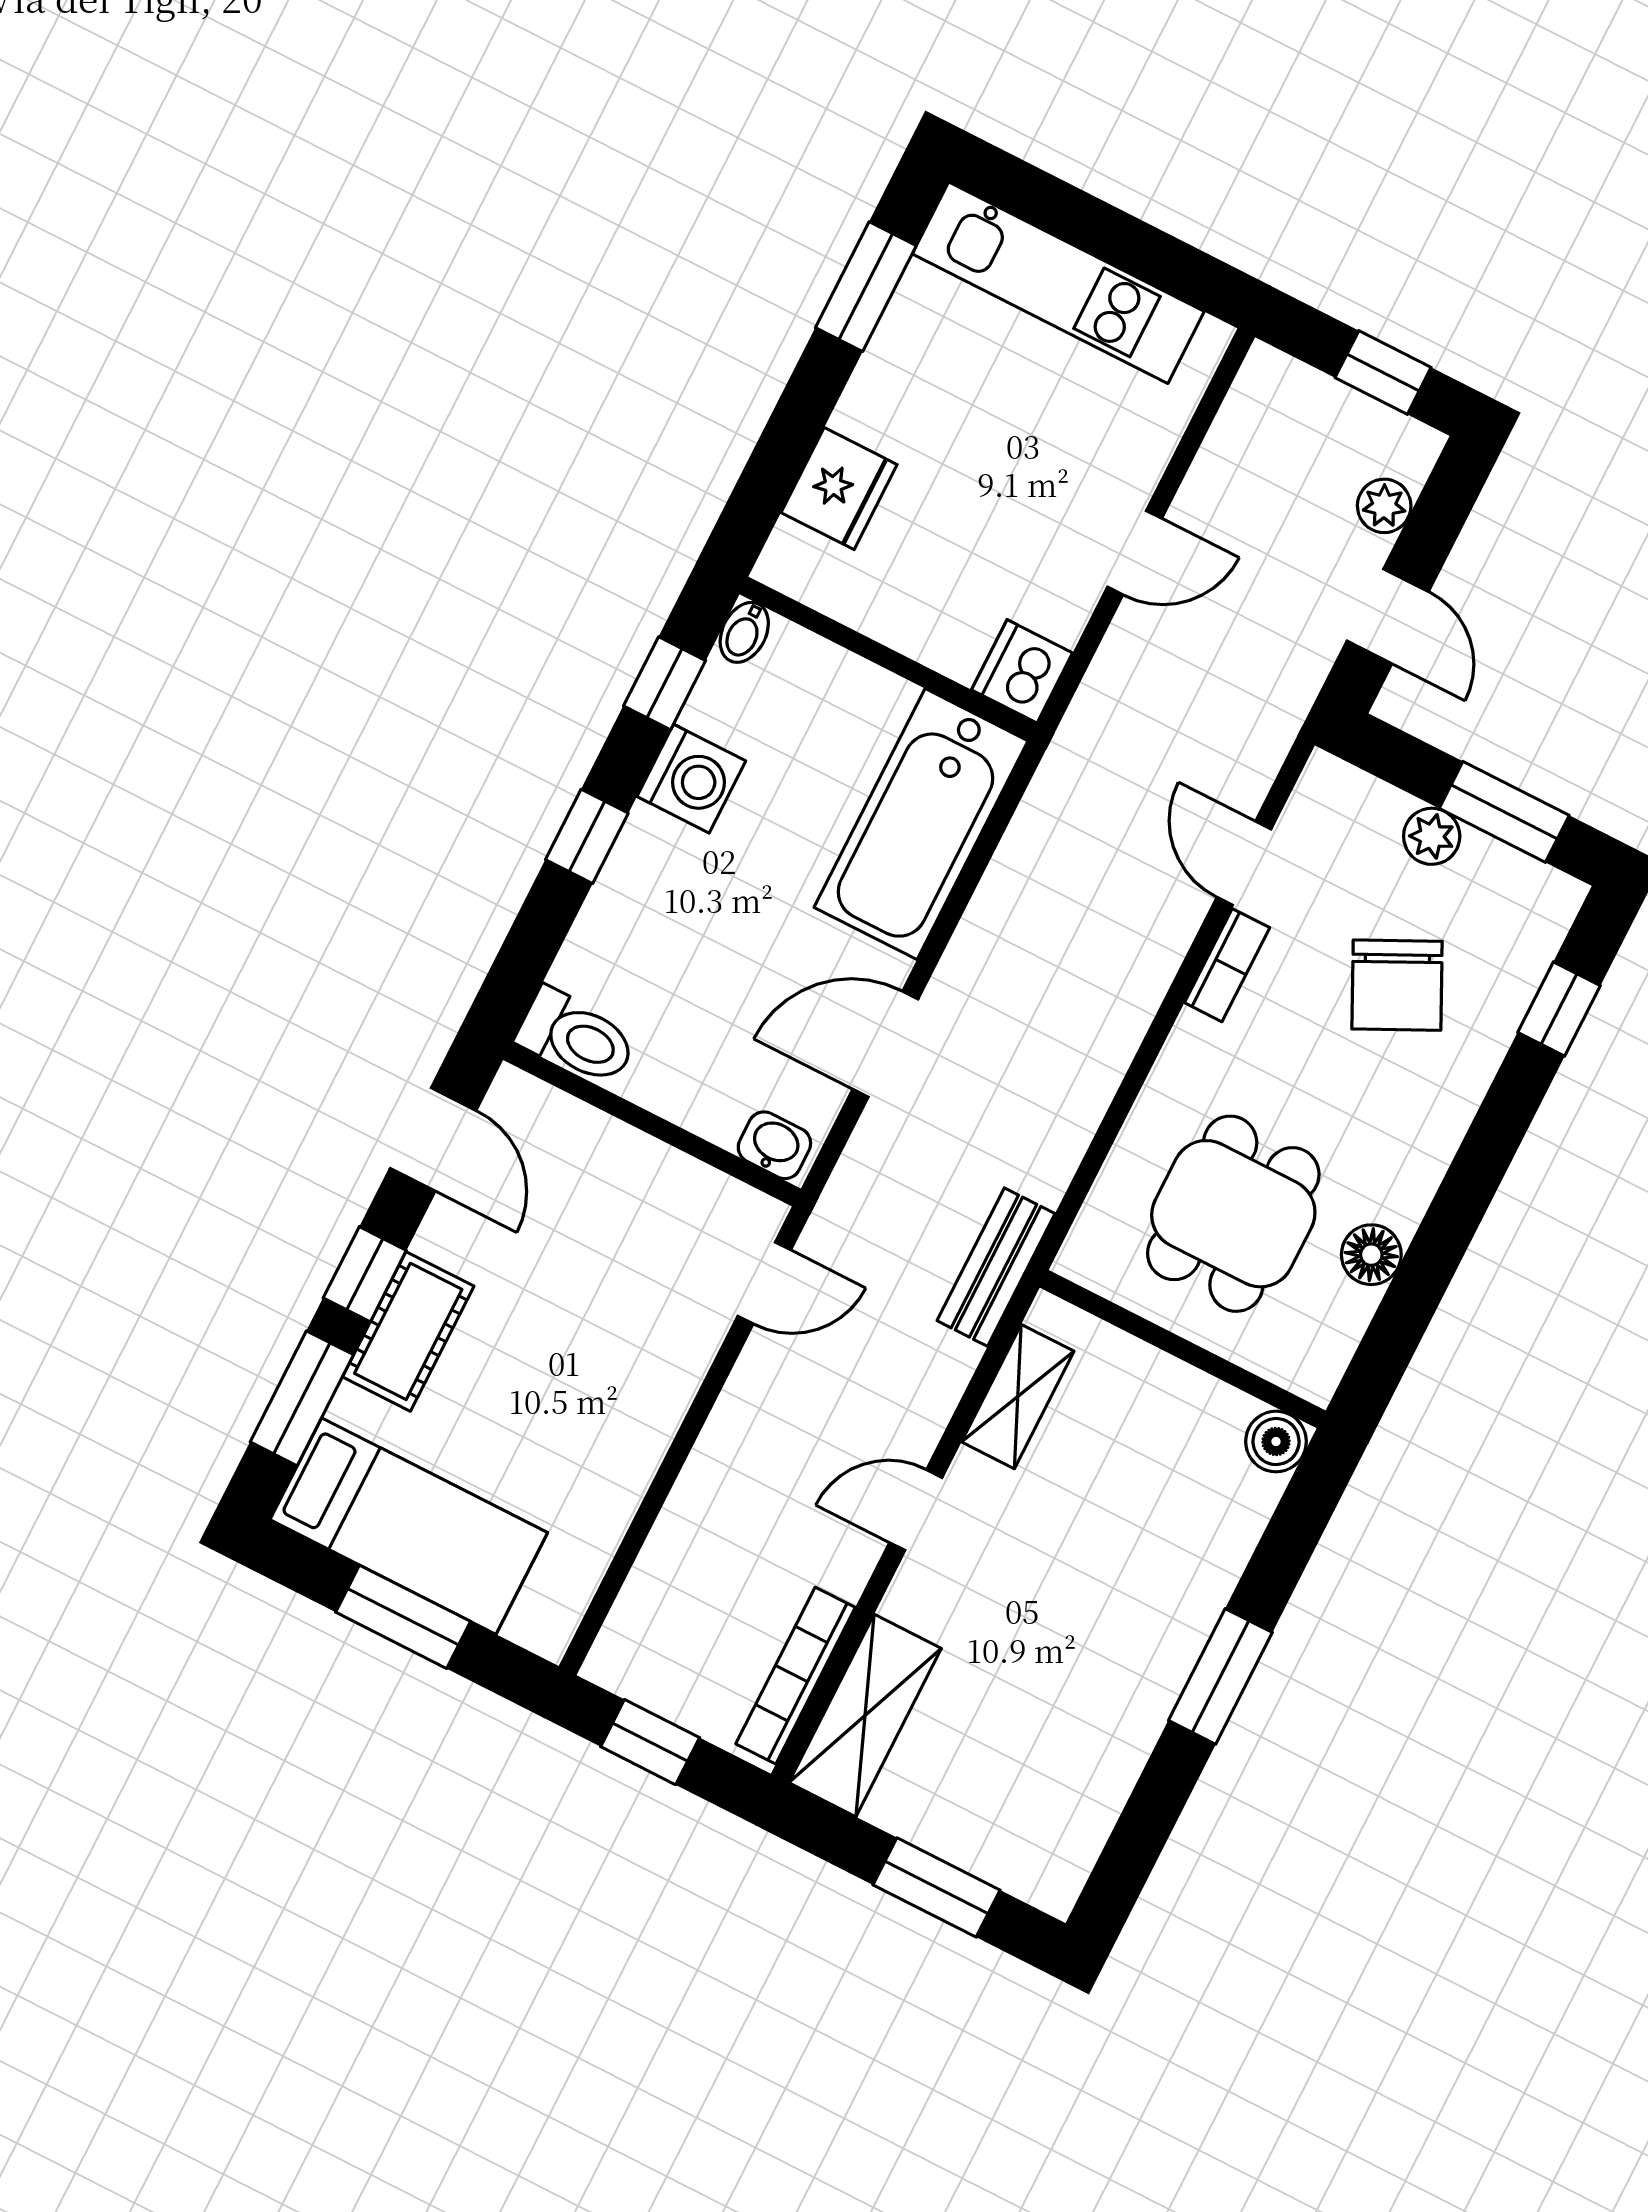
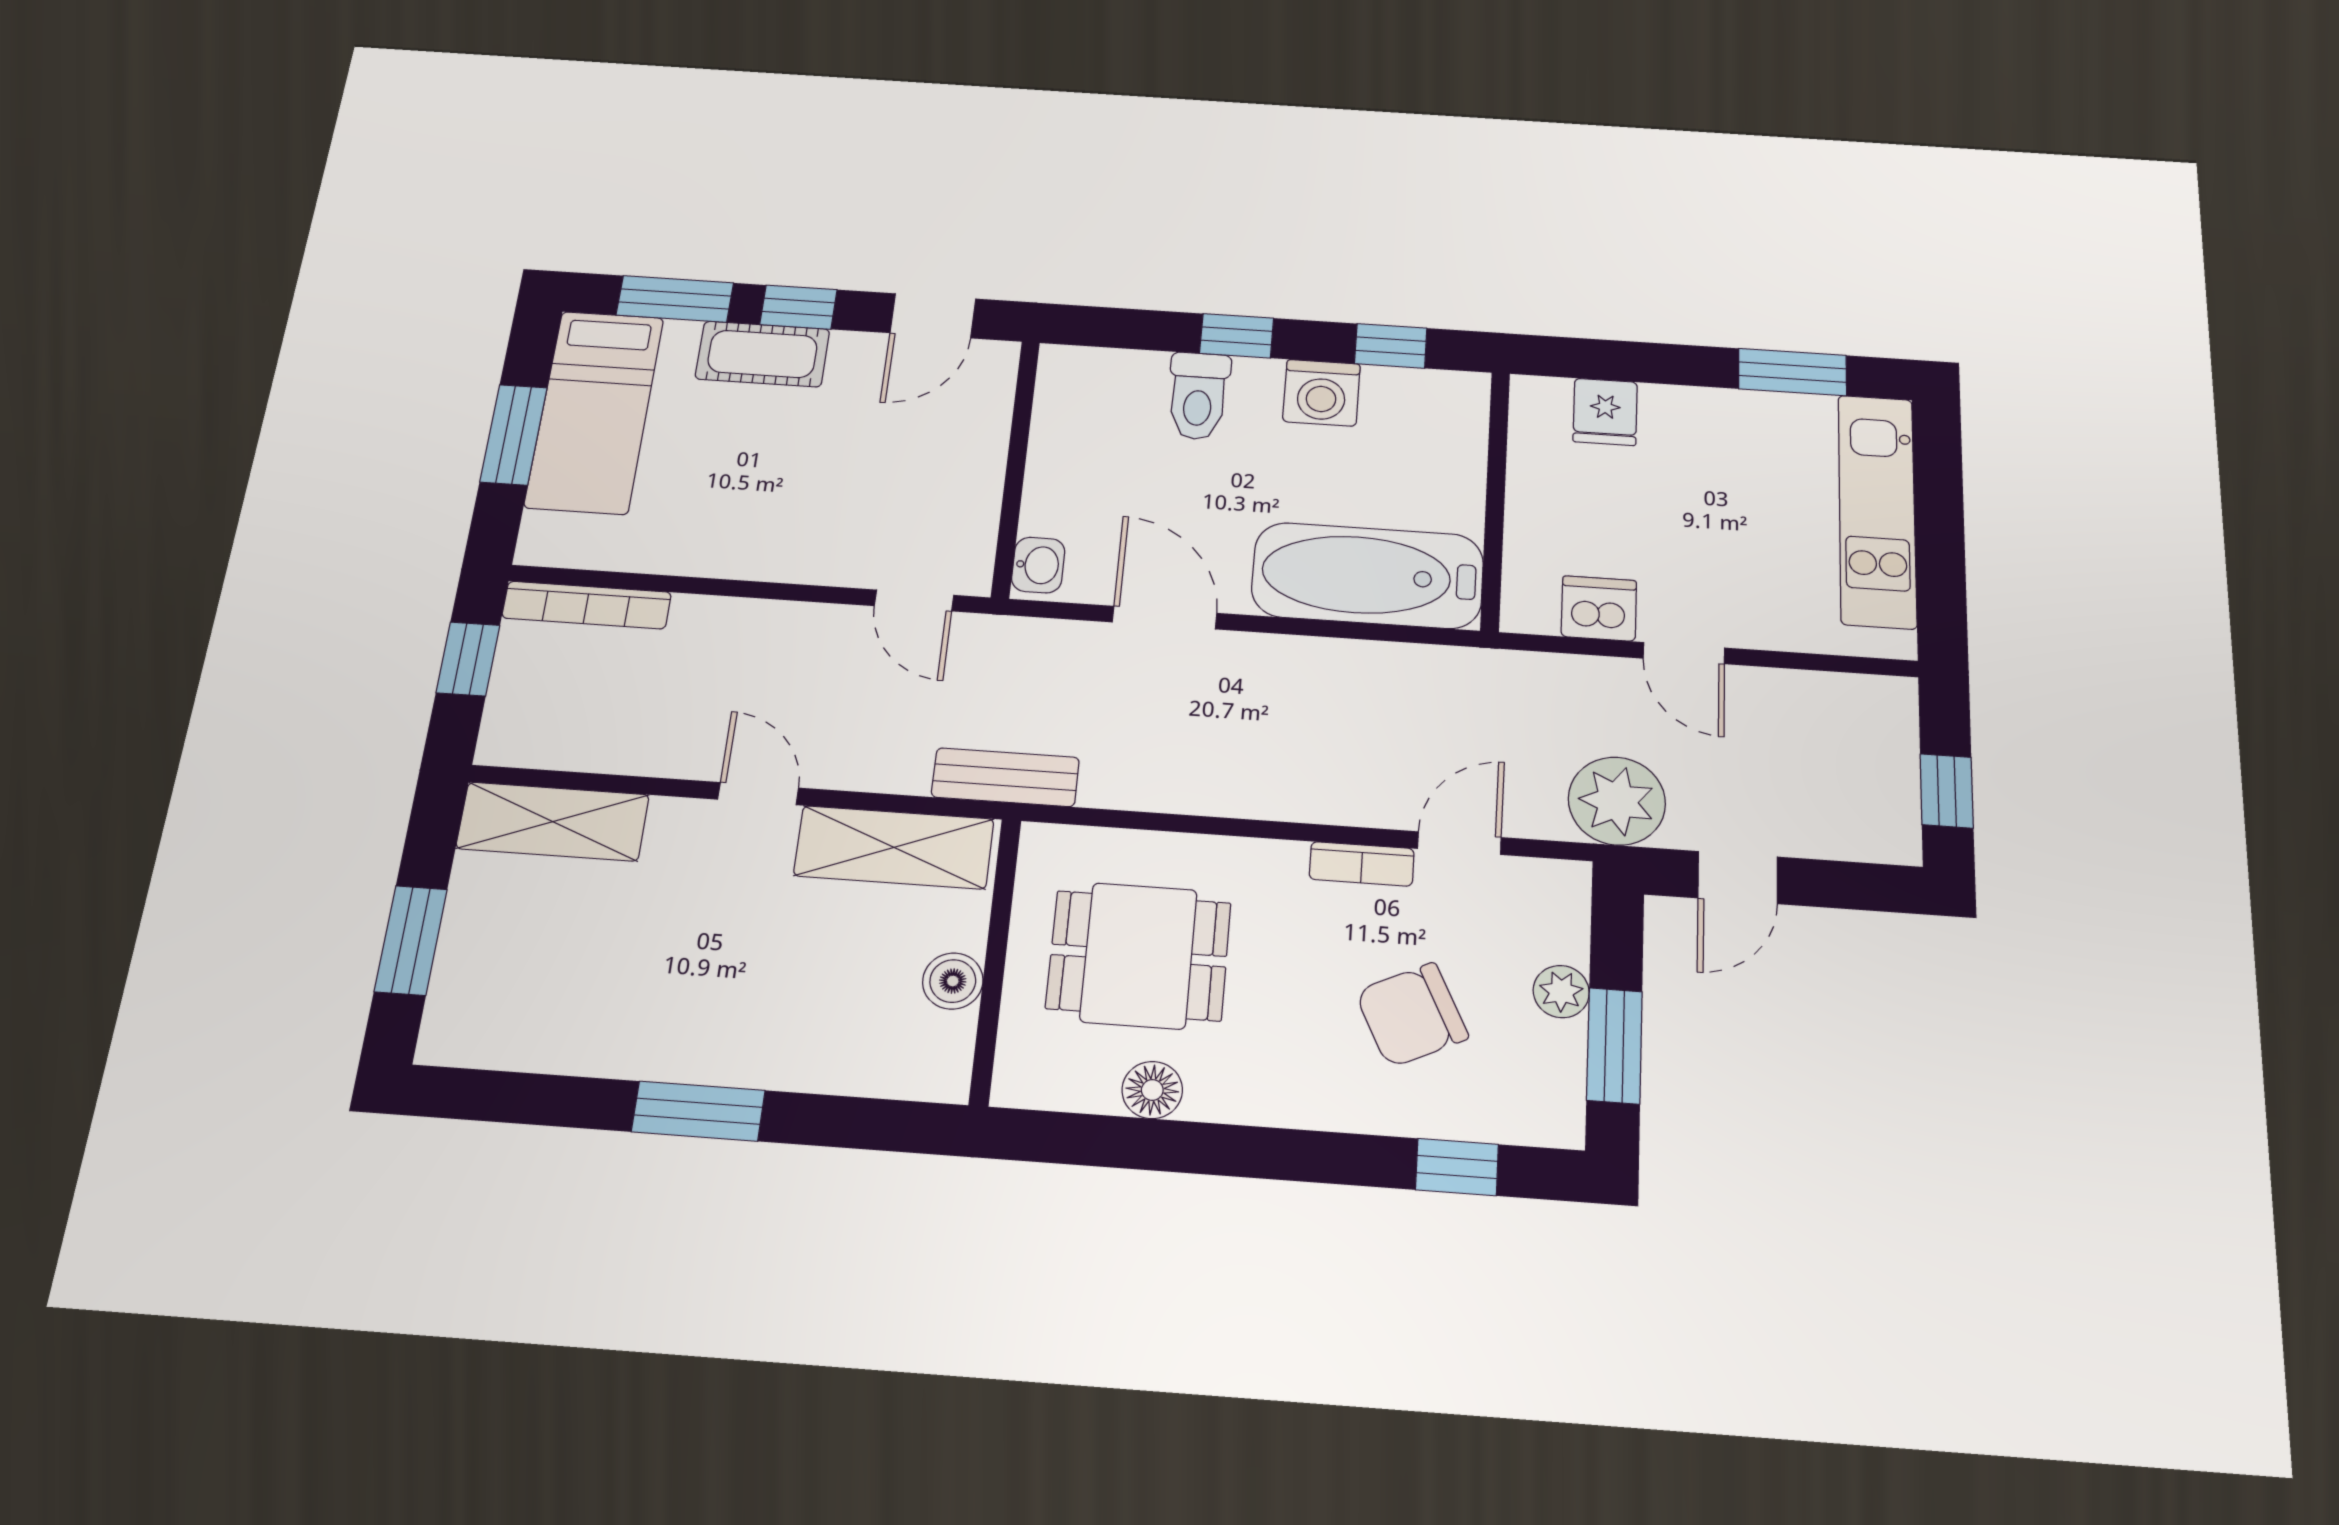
fridge: (839, 489) -> (1605, 412), width x0.72
plant: (1384, 506) -> (1617, 801), moved, width x1.88, depth x1.88
bidet: (744, 632) -> (1462, 387), removed
dishwasher: (1022, 671) -> (1599, 608), moved
toilet: (577, 1037) -> (1198, 396), moved
shelving: (1018, 1397) -> (894, 847), width x1.50, depth x1.33
boiler: (1276, 1442) -> (953, 981), moved
bookcase: (795, 1676) -> (587, 605), moved, turned 180

